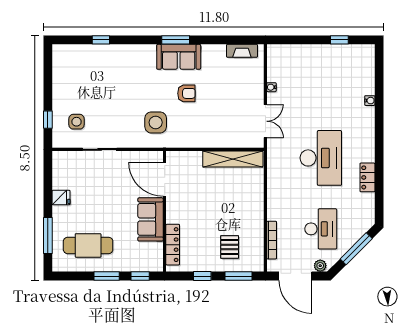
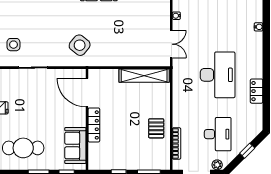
armchair: (186, 93) -> (105, 21), removed
side table: (156, 122) -> (80, 45), turned 38
sofa: (151, 219) -> (75, 146), moved
locker: (173, 245) -> (94, 125), moved
pallet: (230, 247) -> (156, 128), moved
window: (356, 249) -> (247, 151), width x0.46

